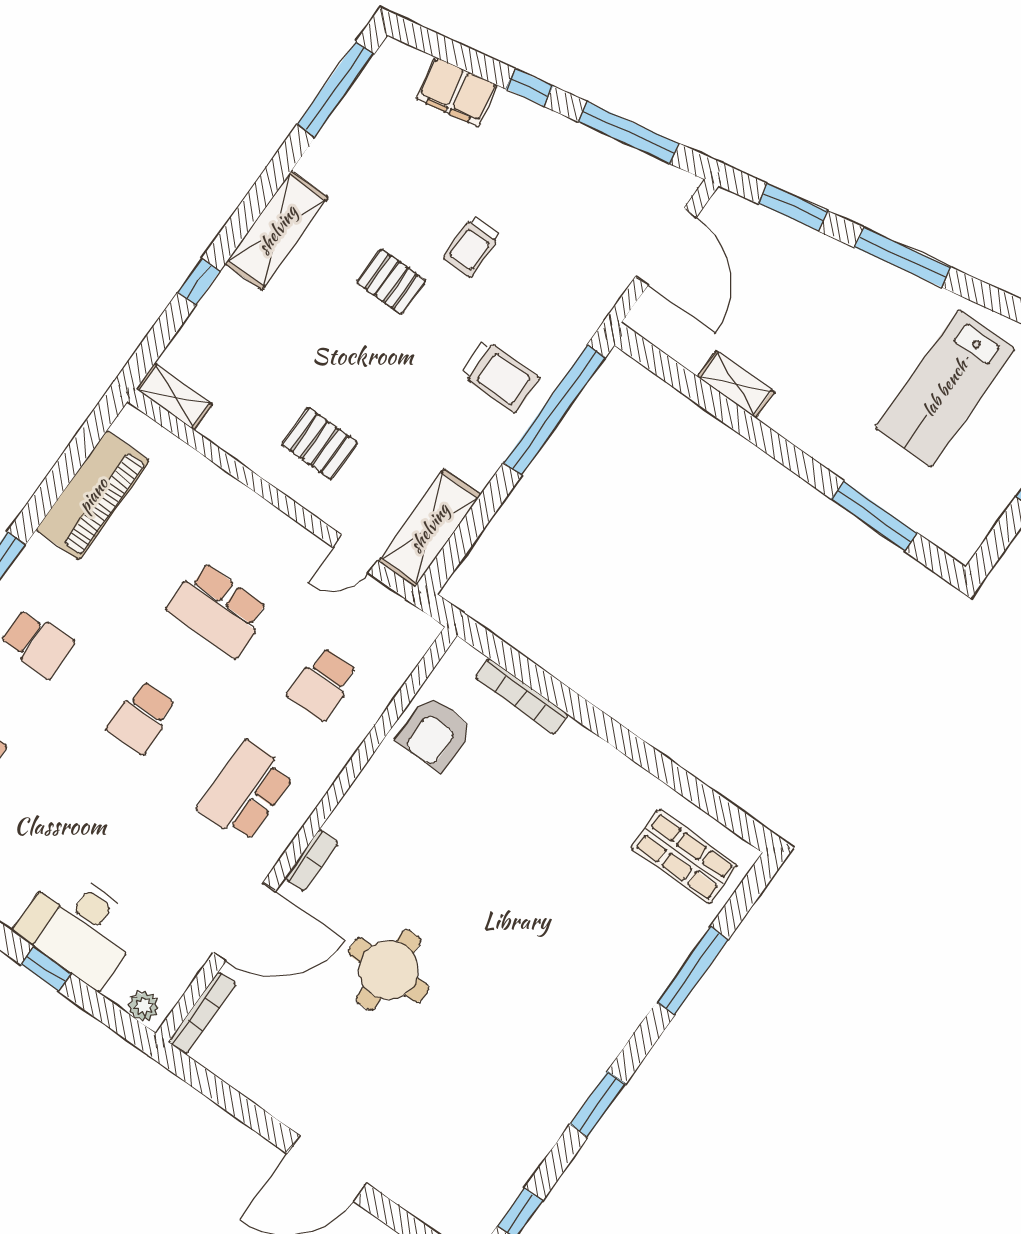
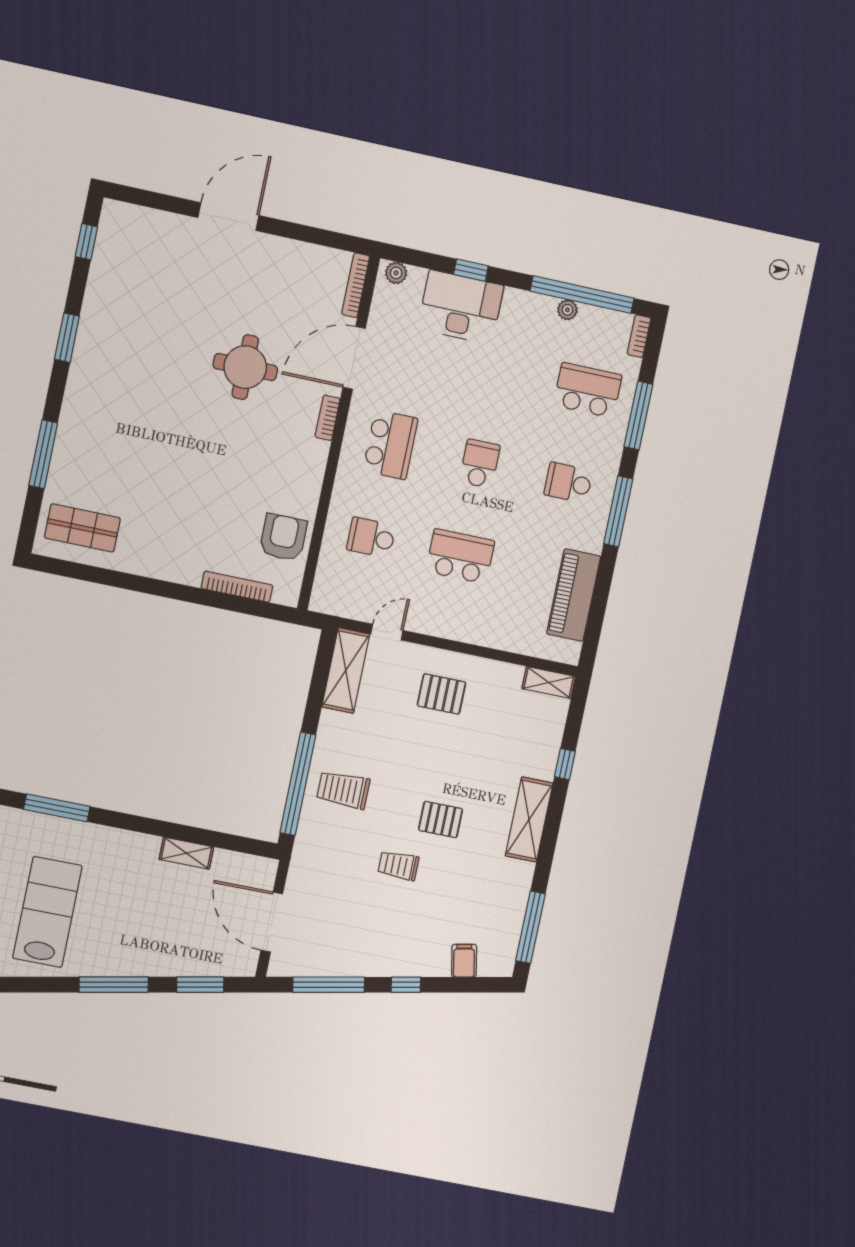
filing cabinet: (457, 92) -> (464, 961), width x0.50
trolley: (472, 247) -> (398, 865), turned -90
school desk: (323, 684) -> (371, 538), turned -90

